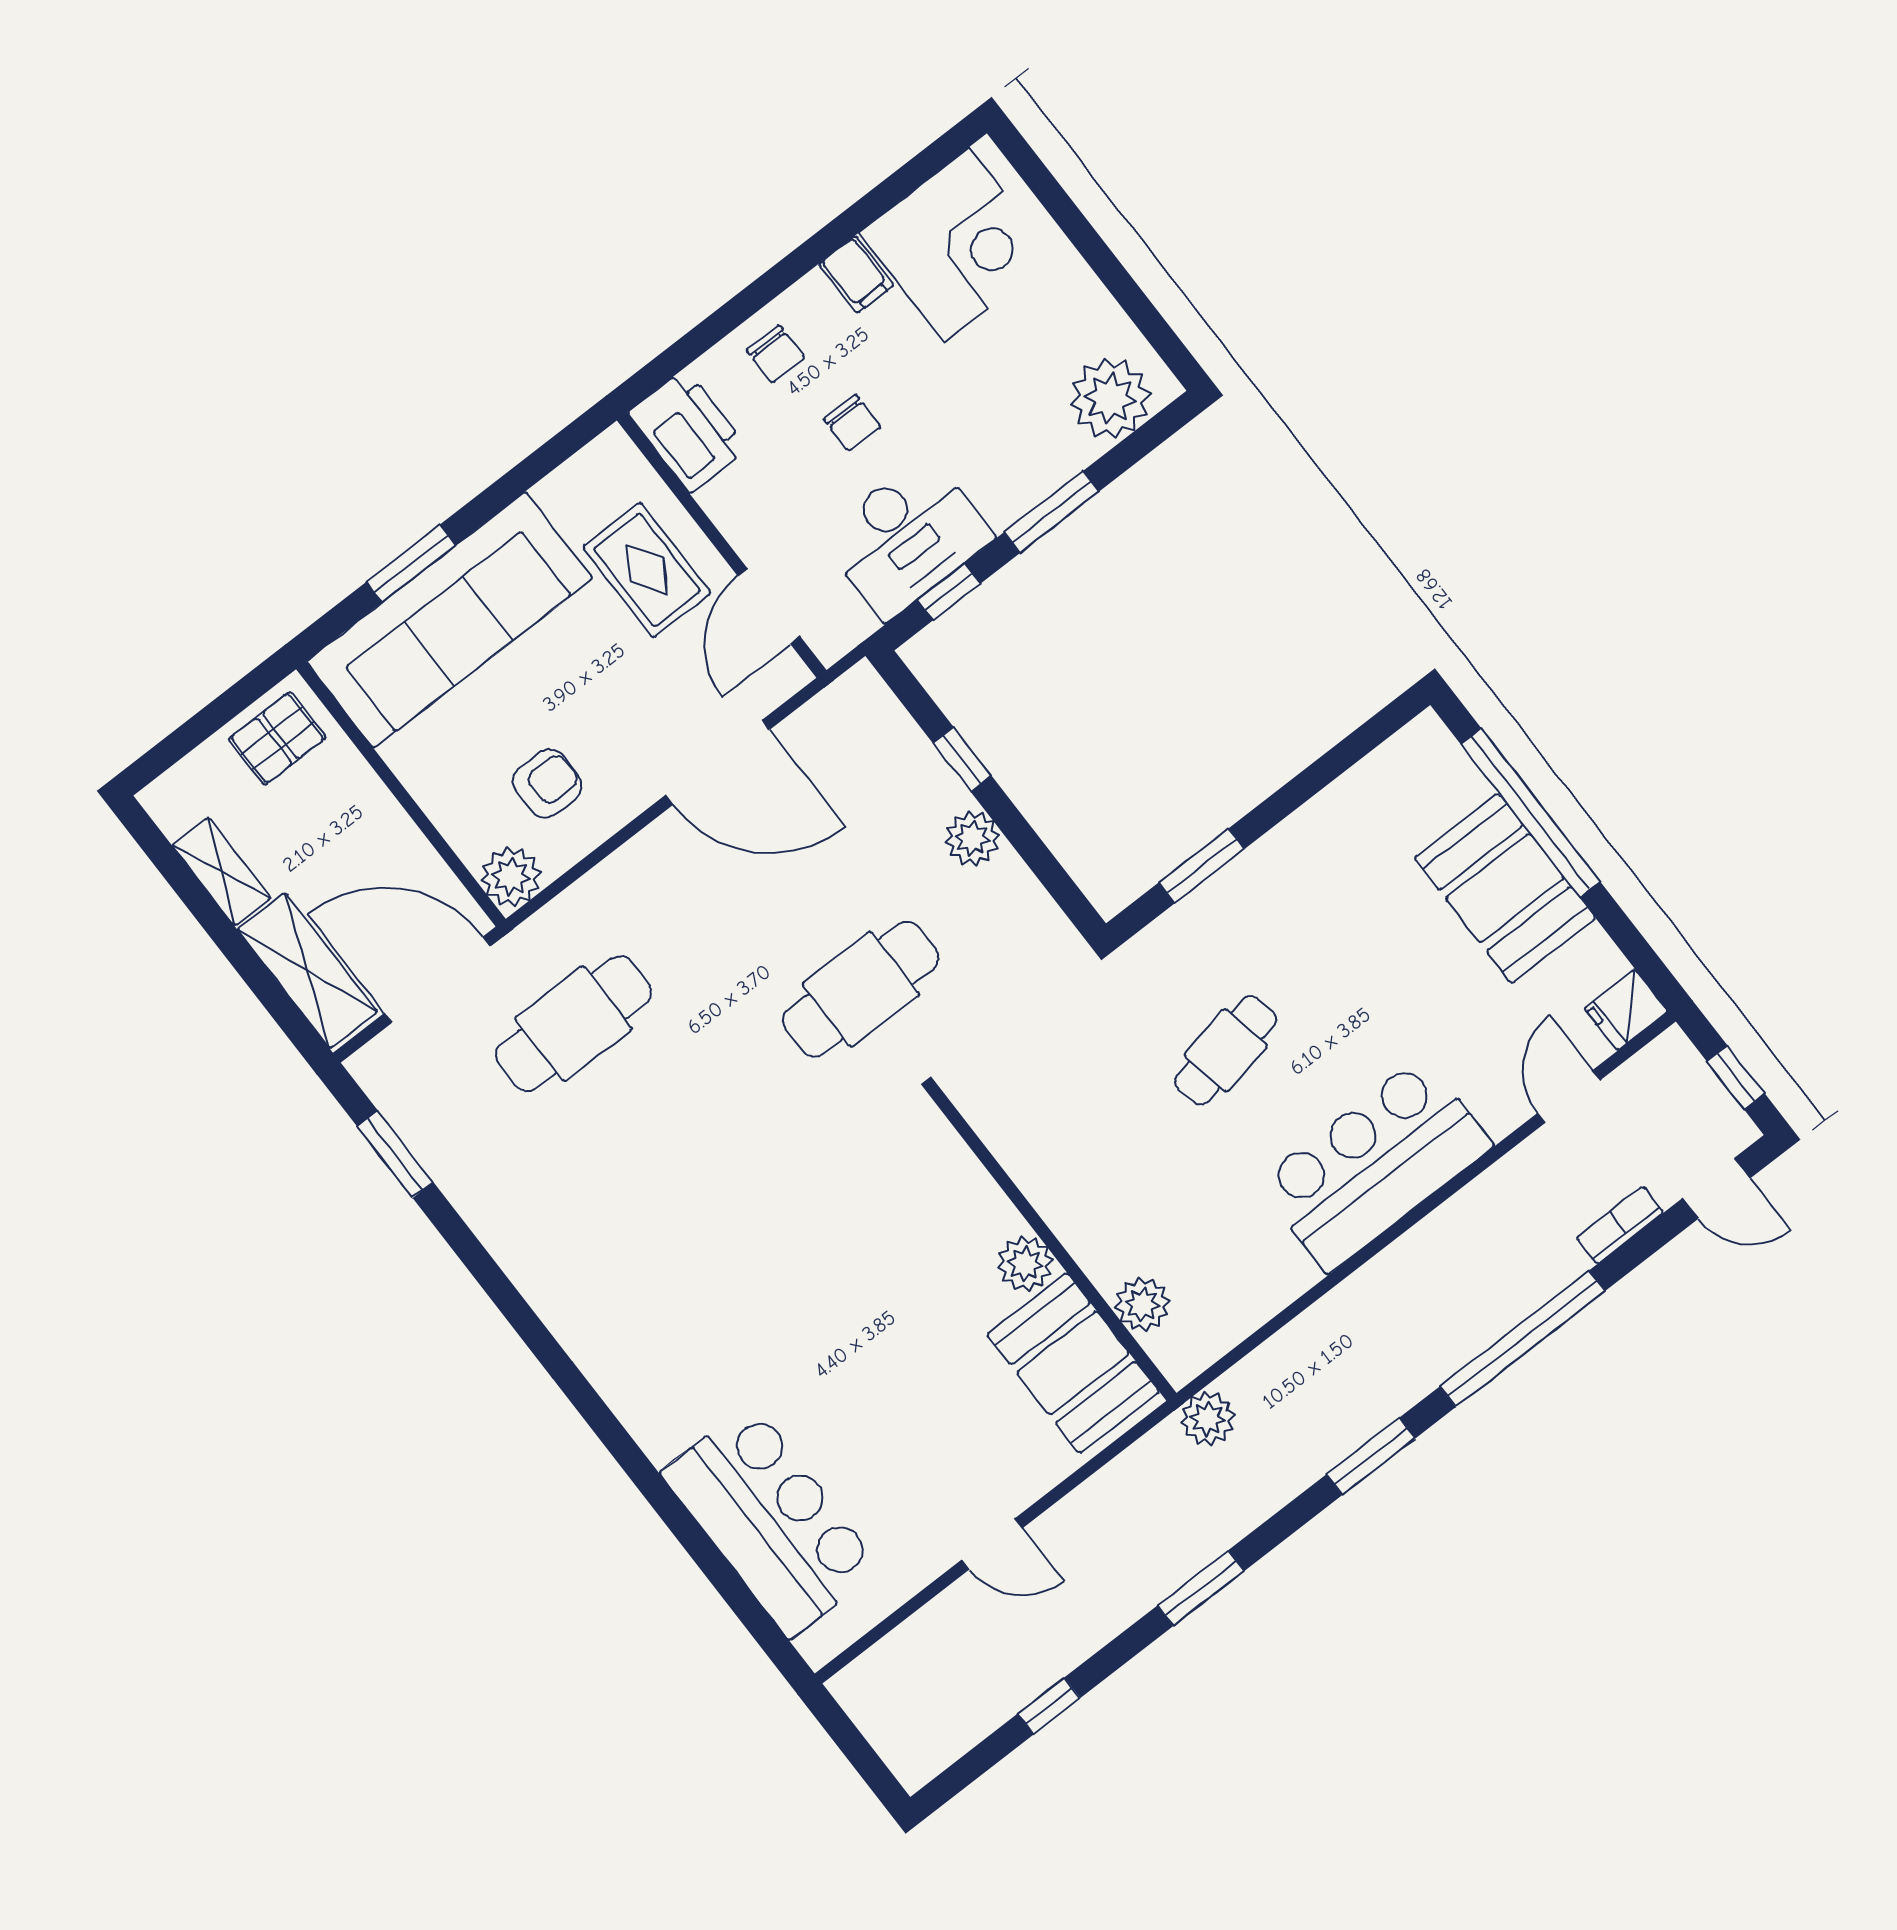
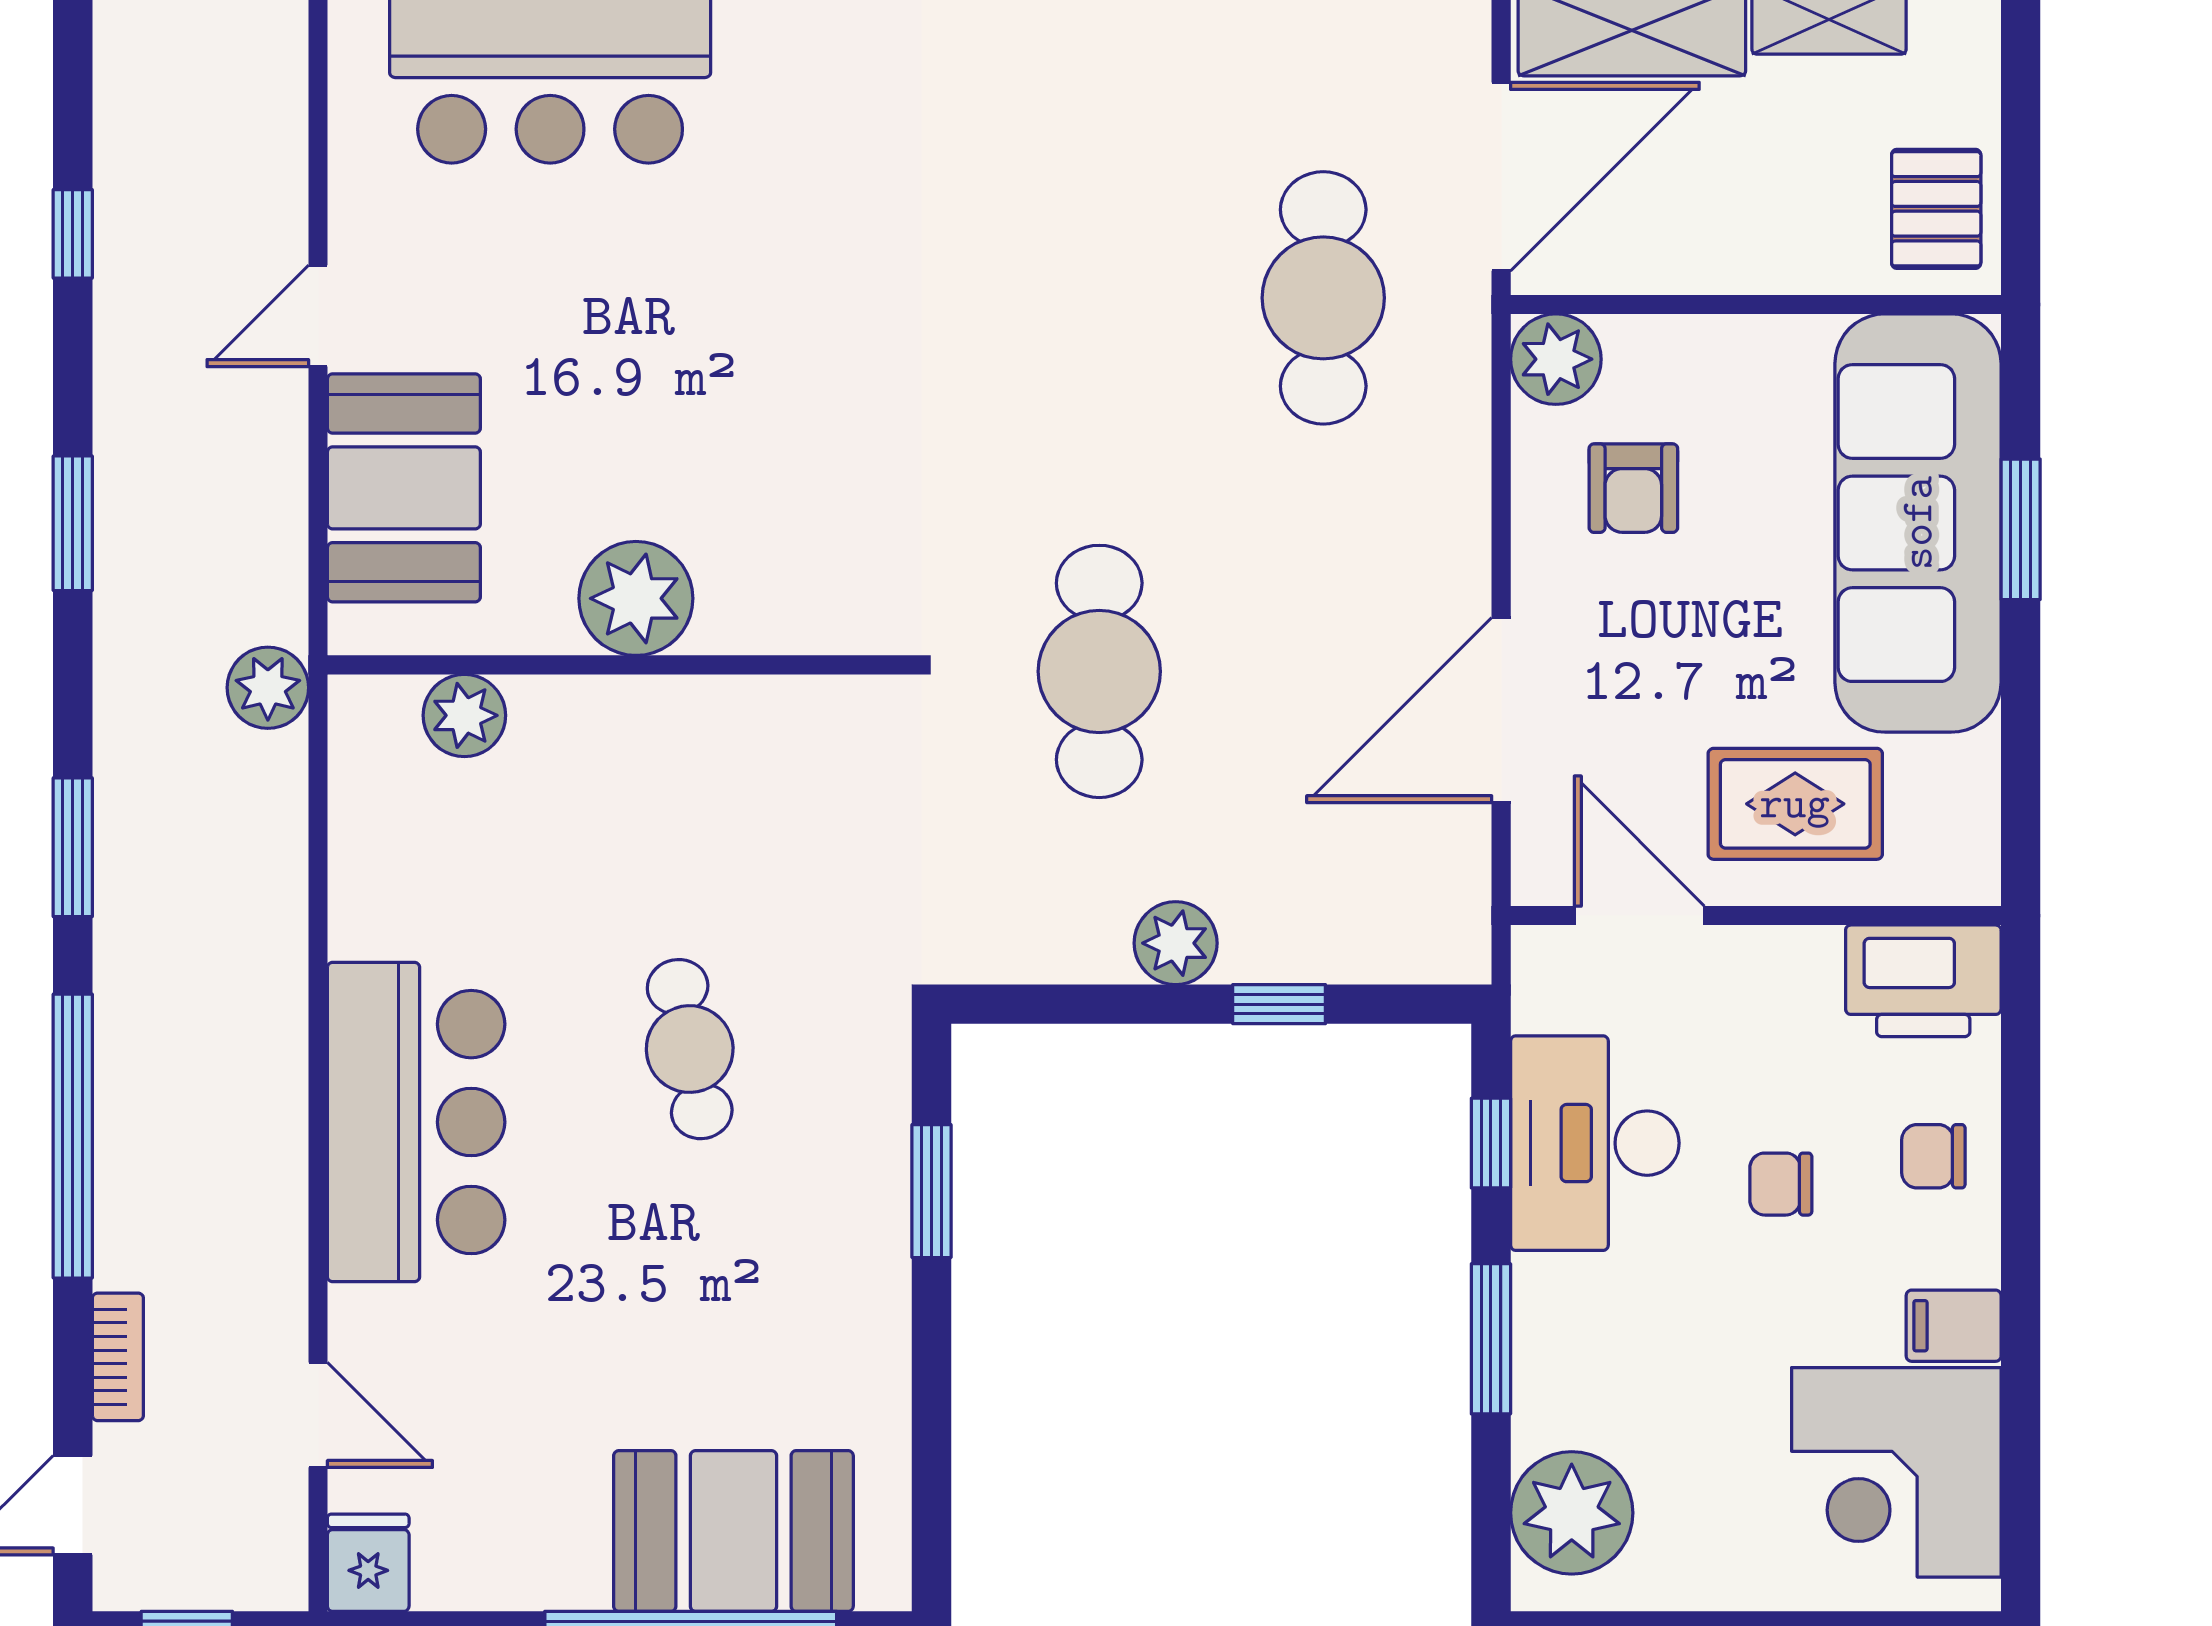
booth: (1505, 888) -> (733, 1531), moved
plant: (1025, 1264) -> (636, 598), width x1.36, depth x1.36
booth: (1073, 1363) -> (404, 488), moved, turned 90

